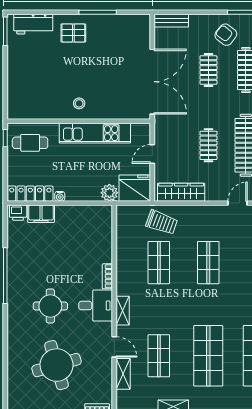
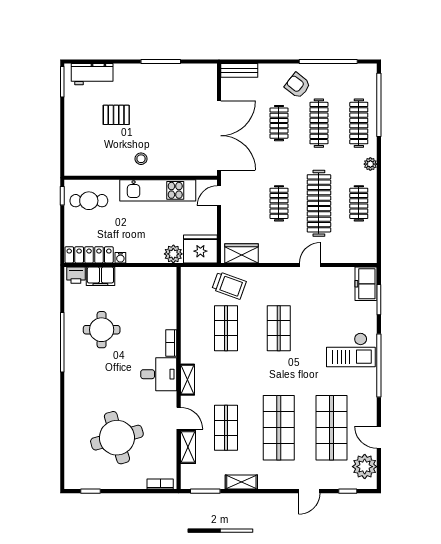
pallet: (73, 33) -> (116, 115), moved
door: (152, 154) -> (219, 196), moved
wardrobe: (181, 192) -> (241, 253), width x0.67
round table: (50, 306) -> (102, 330), moved

